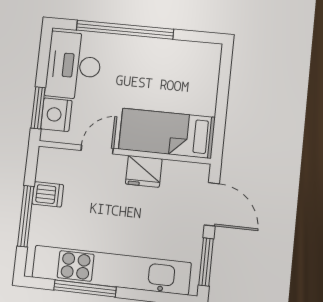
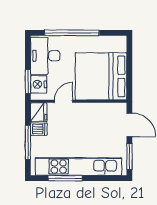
bed: (167, 133) -> (101, 76), width x2.04
fridge: (144, 171) -> (39, 112), moved, turned -90

